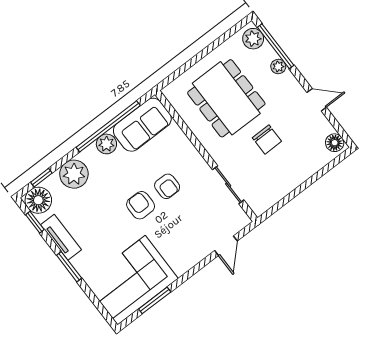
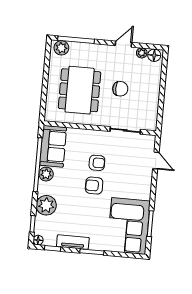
plant: (278, 67) -> (142, 53), moved
dining table: (226, 98) -> (80, 90), turned 90
floor lamp: (38, 200) -> (38, 240), width x0.53, depth x0.53

